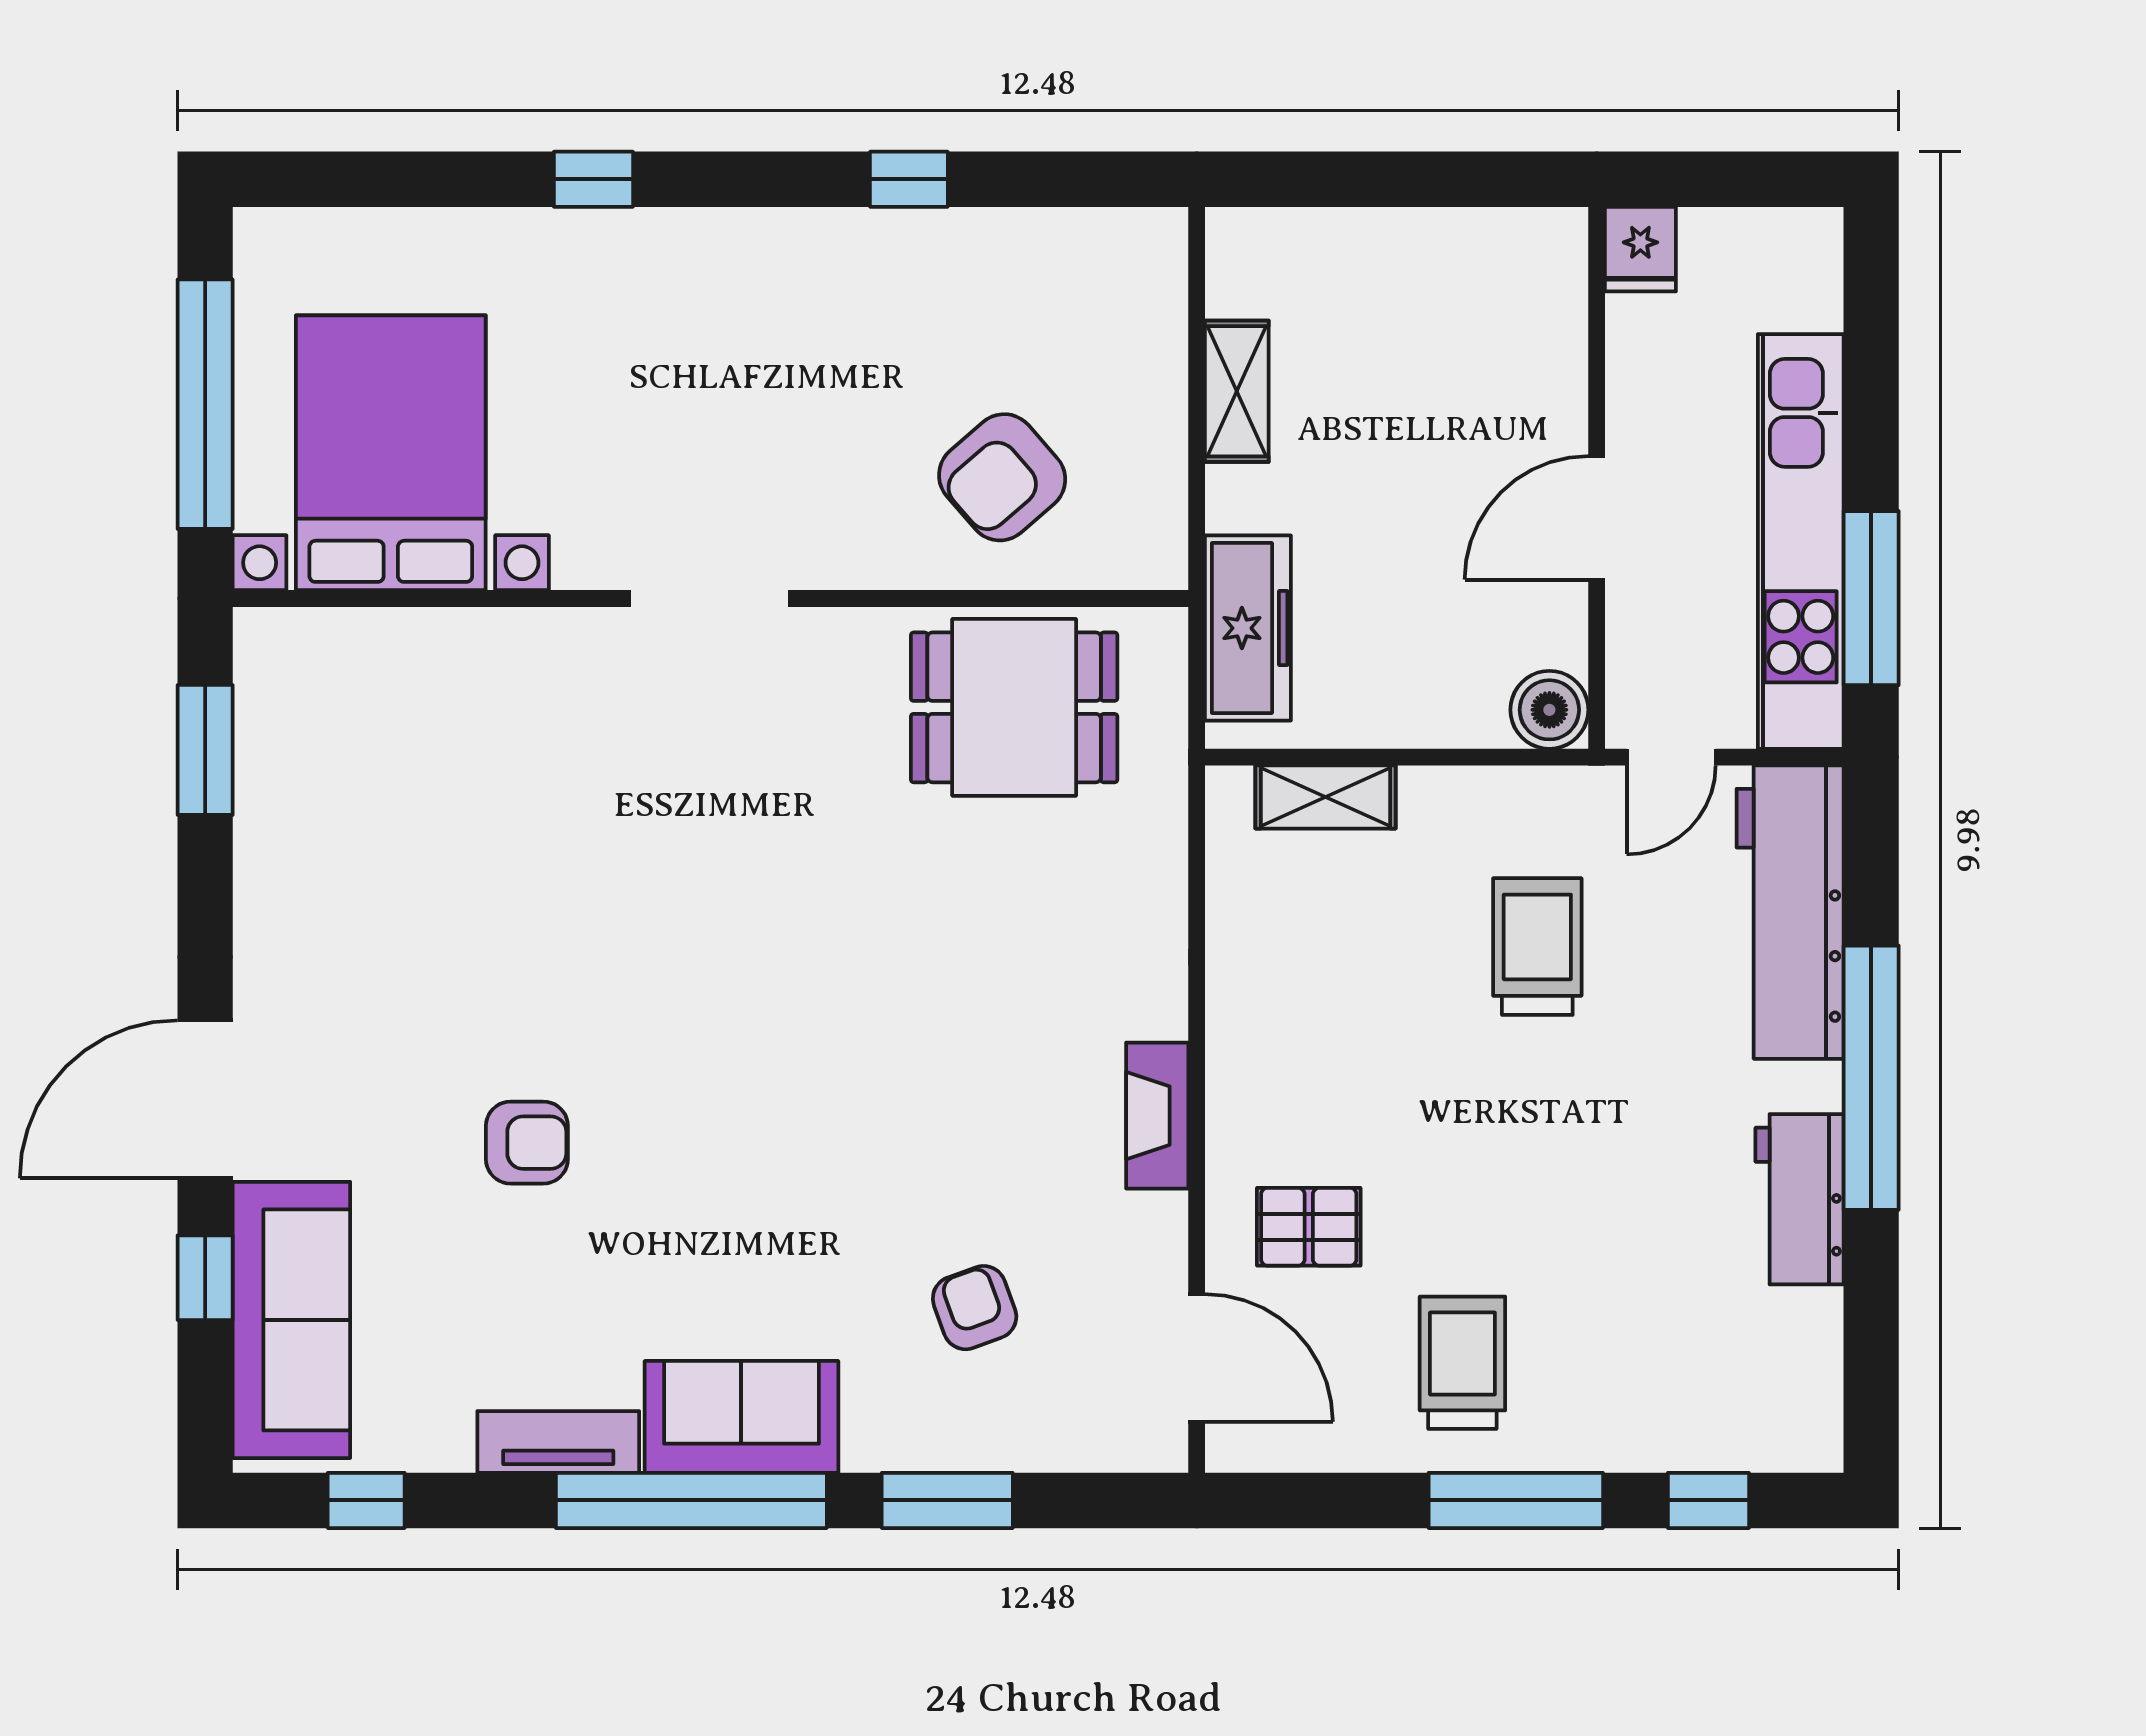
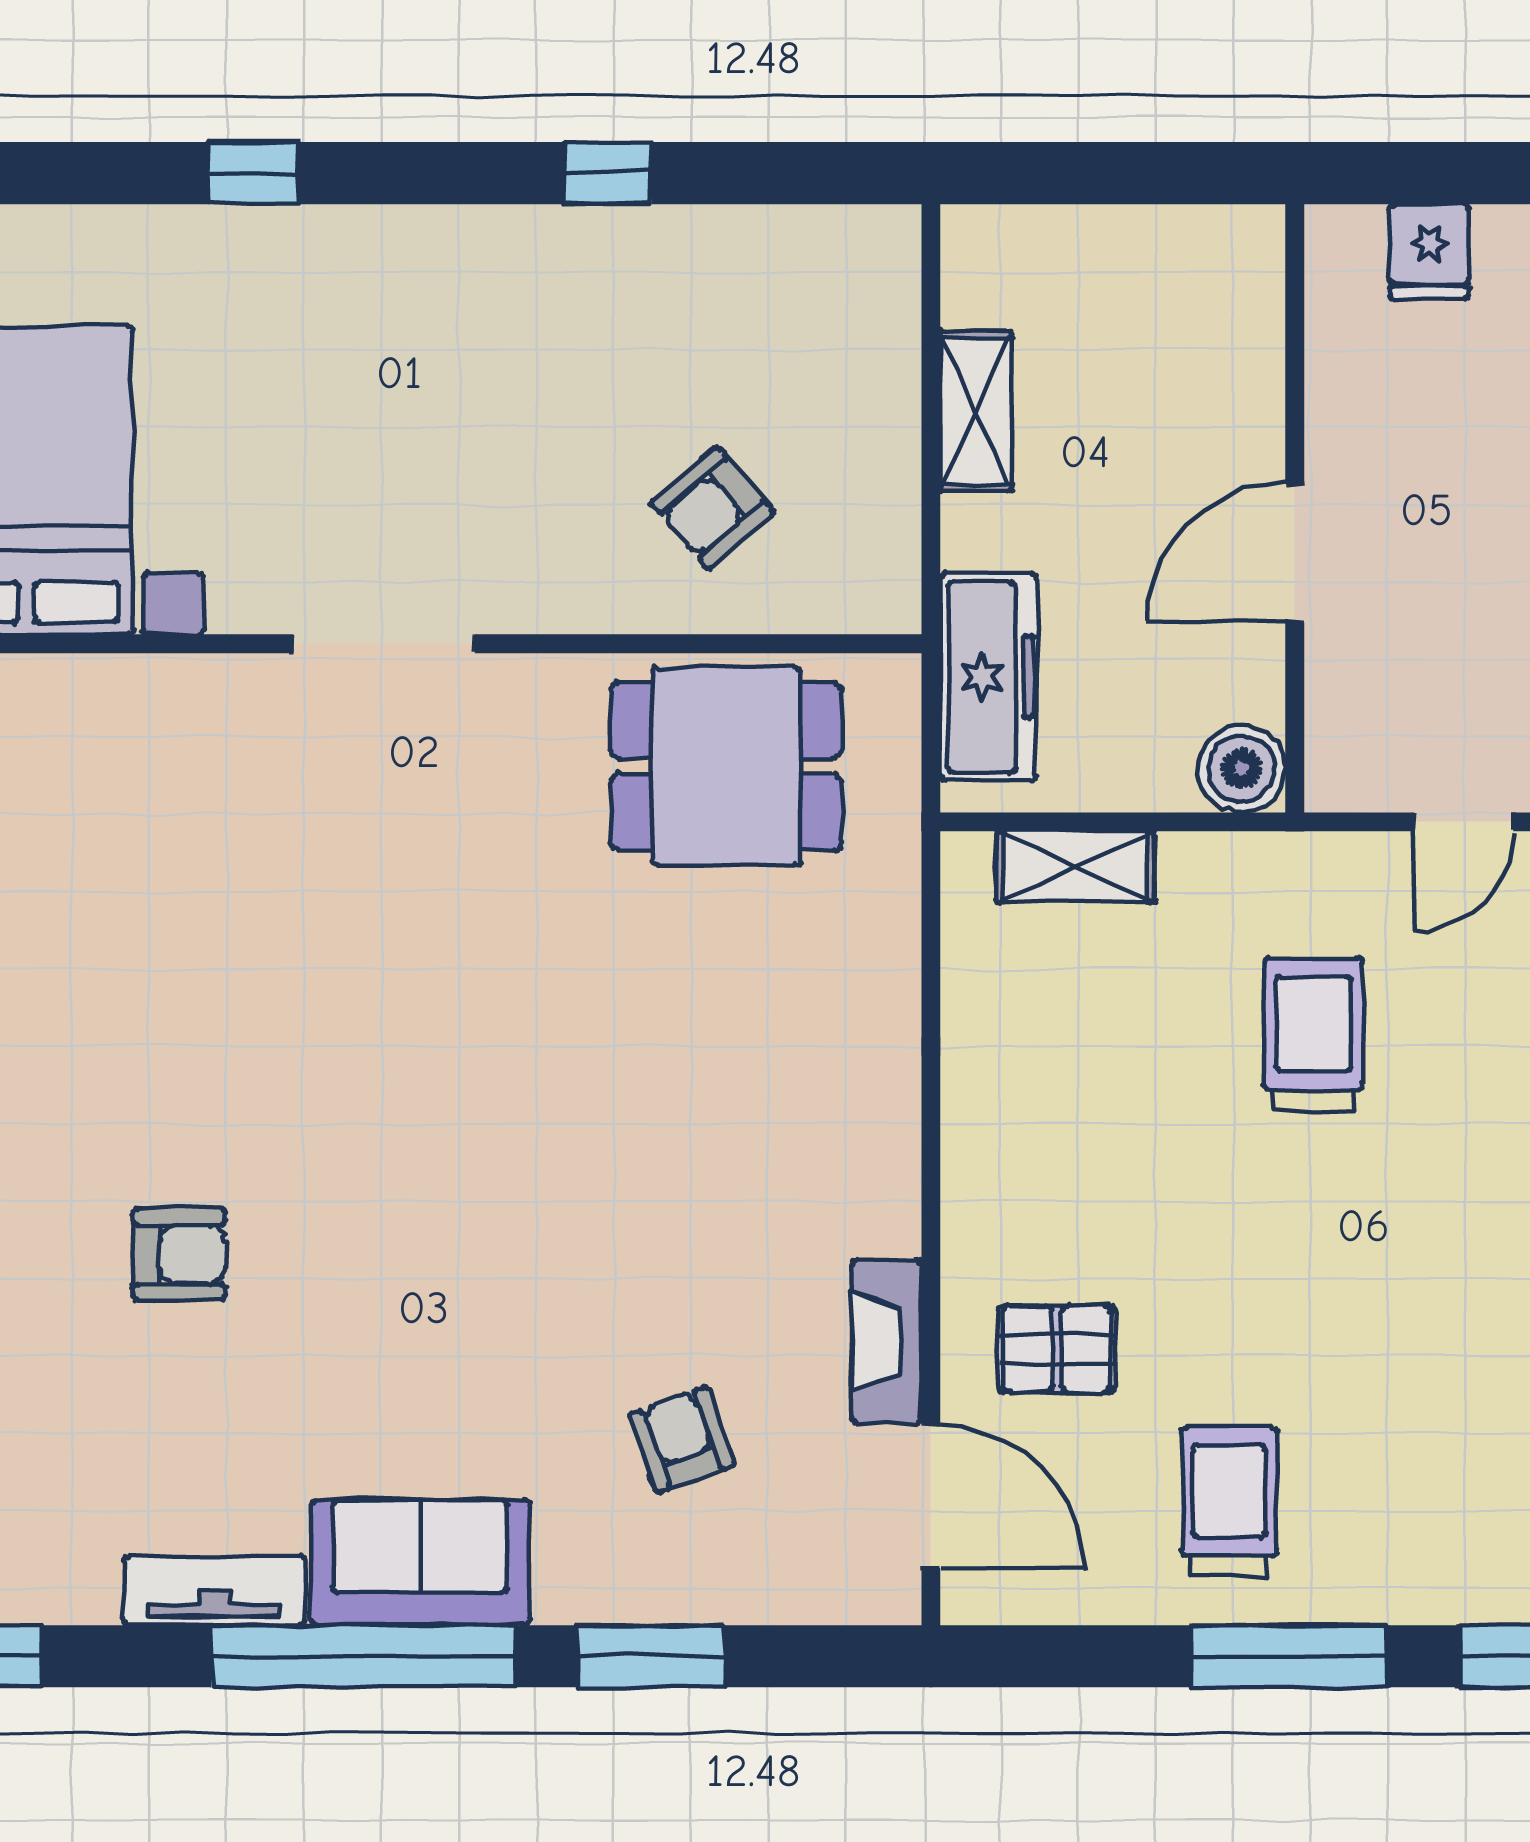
armchair: (1002, 477) -> (712, 508), width x0.72, depth x0.72
wall: (1597, 478) -> (1295, 508), moved
door: (1597, 518) -> (1295, 553), moved
boiler: (1549, 710) -> (1242, 769), moved
fireplace: (1157, 1116) -> (887, 1341), moved

